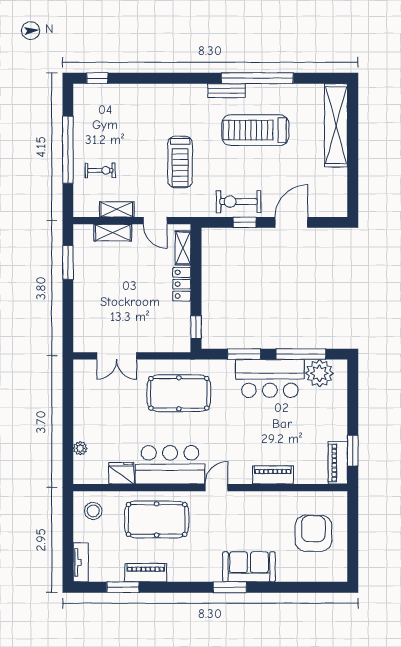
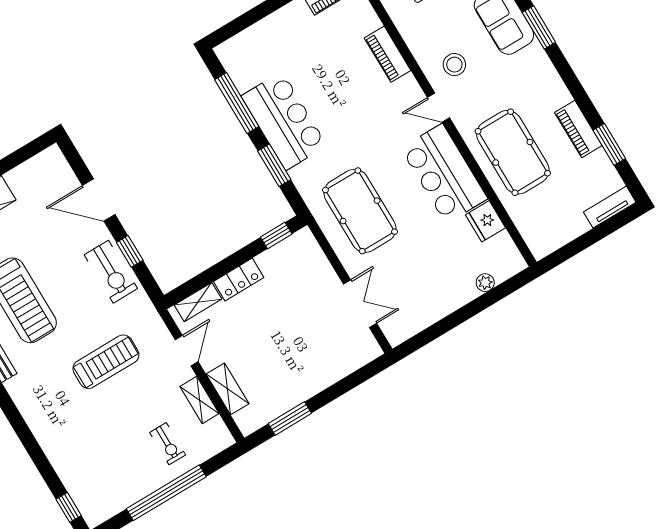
exercise bike: (100, 170) -> (168, 444), turned 180
plant: (319, 373) -> (246, 70), removed
stool: (93, 511) -> (454, 65), moved

